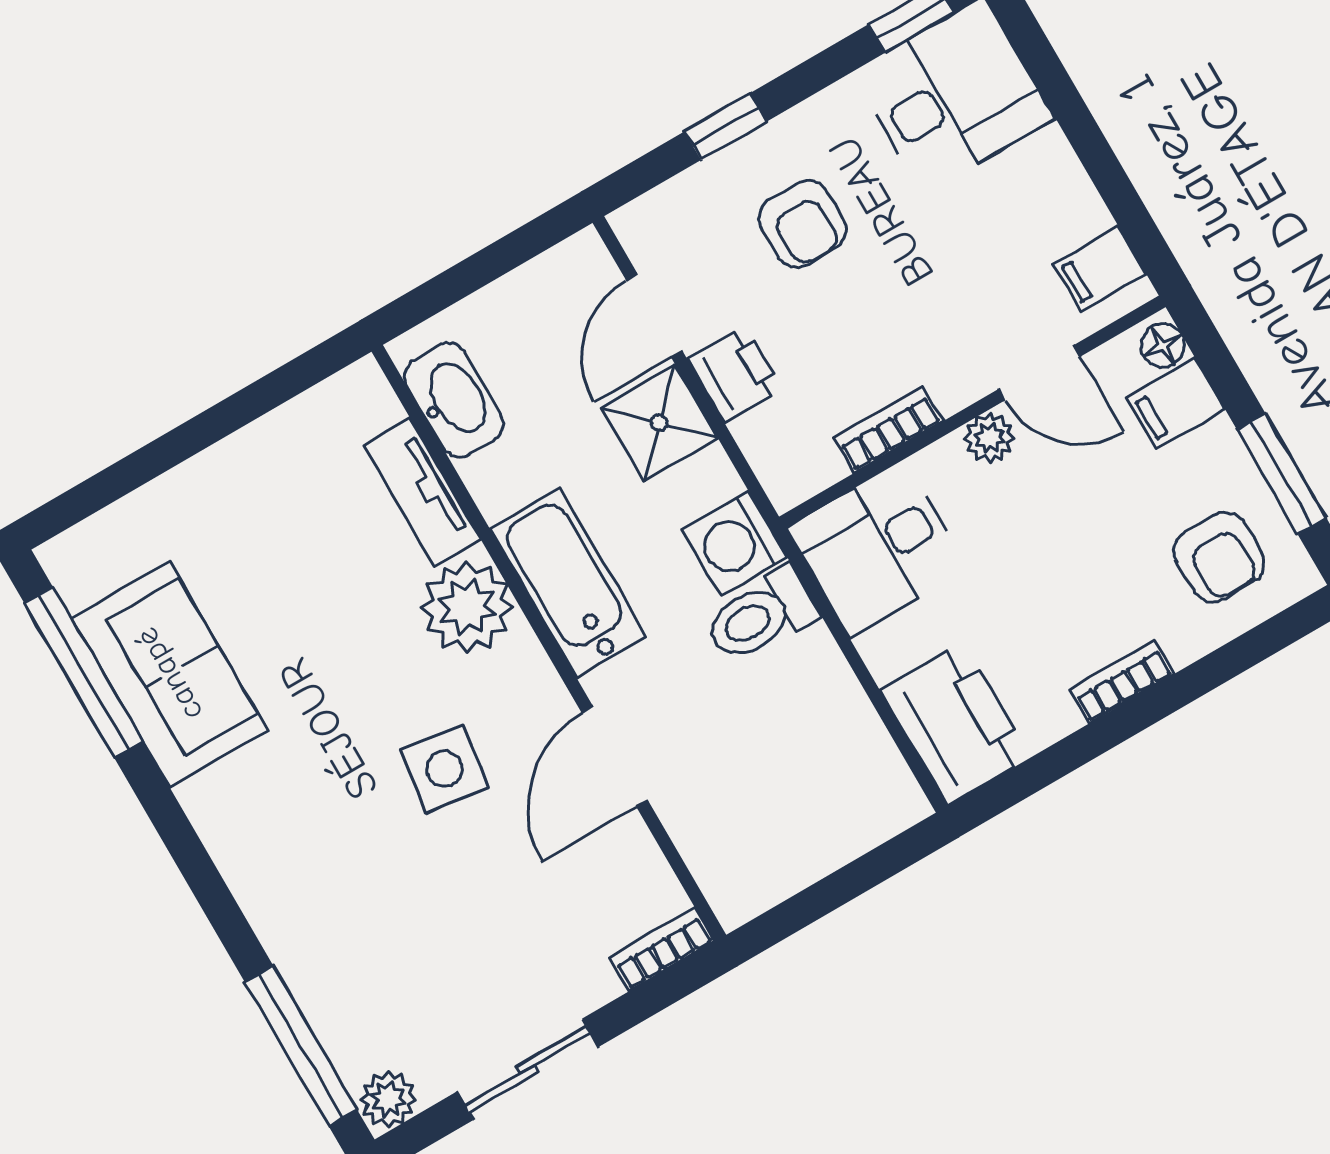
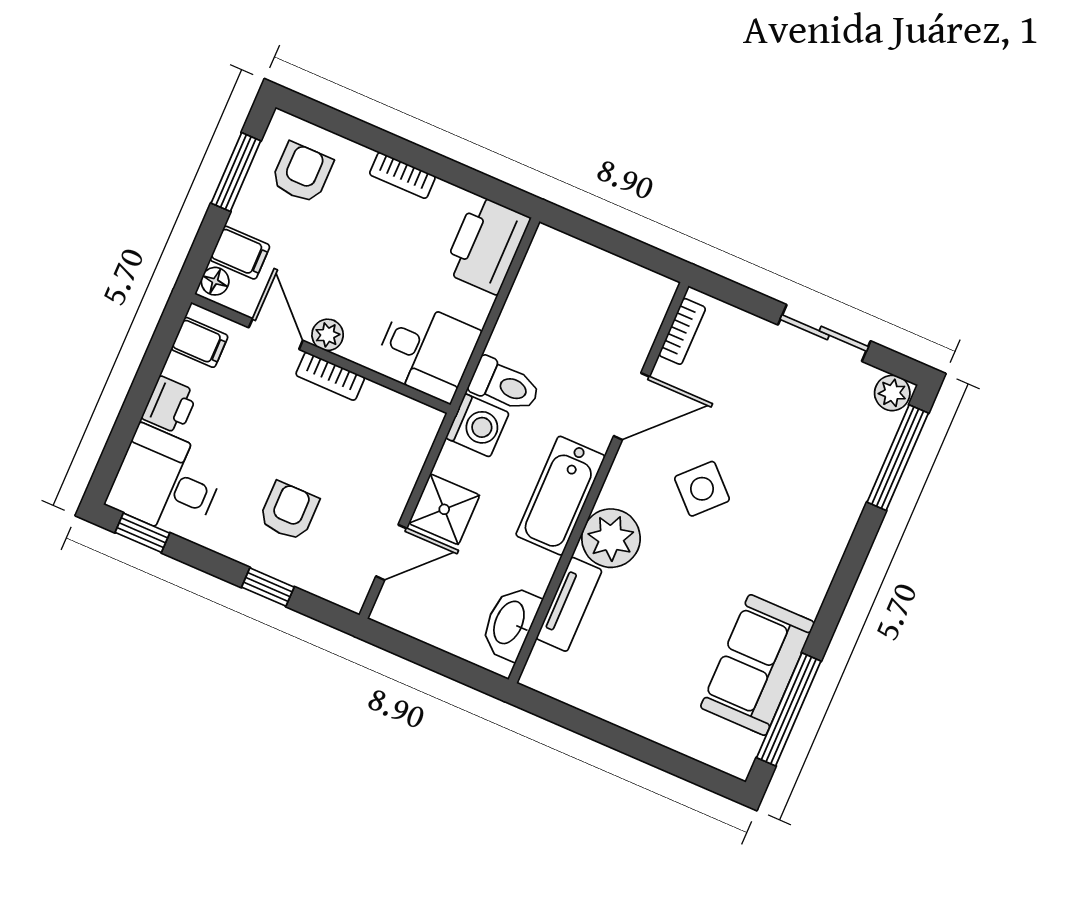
printer: (735, 374) -> (170, 405), moved, turned 180
bookcase: (888, 429) -> (330, 376), moved
side table: (444, 769) -> (702, 489), turned 36
bookcase: (662, 949) -> (682, 331), moved, turned -90

